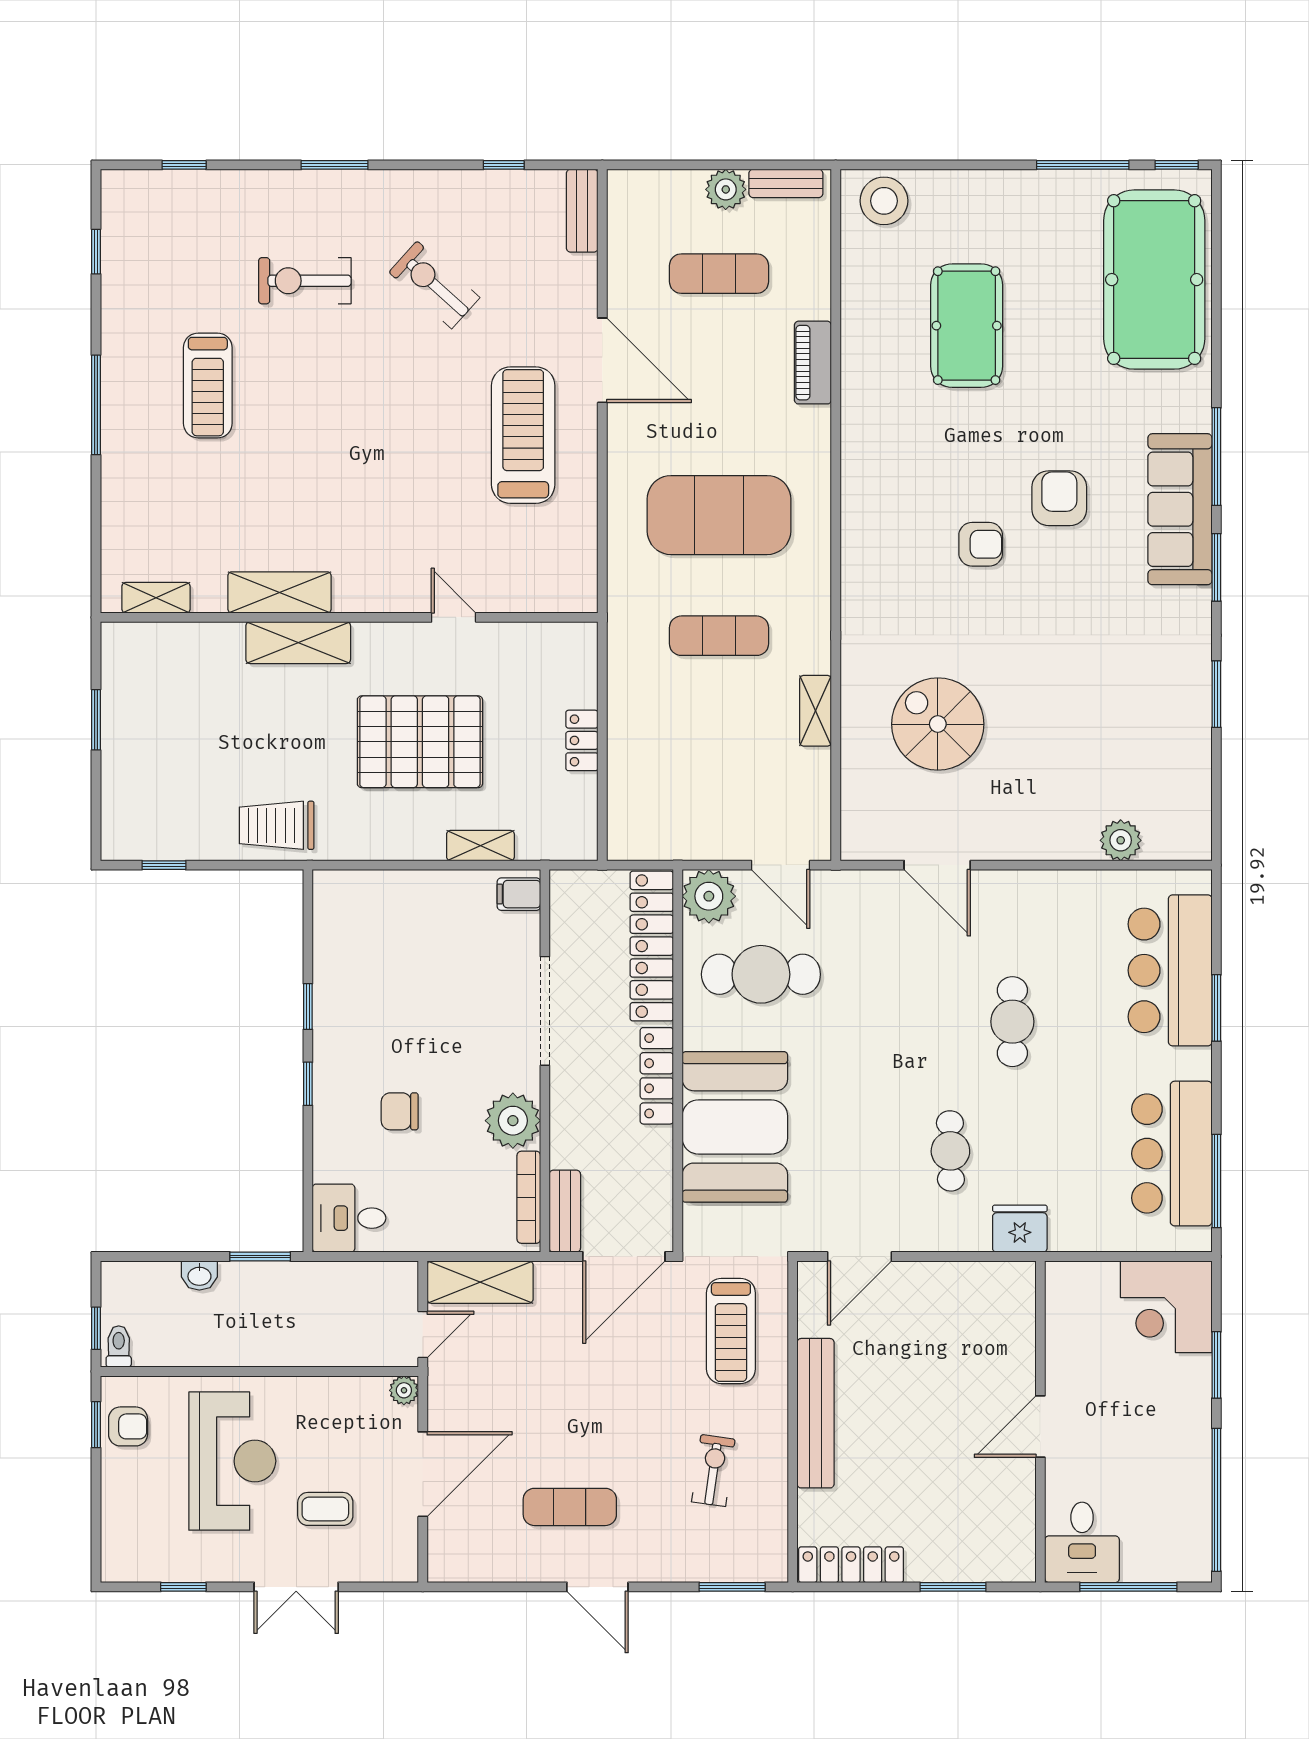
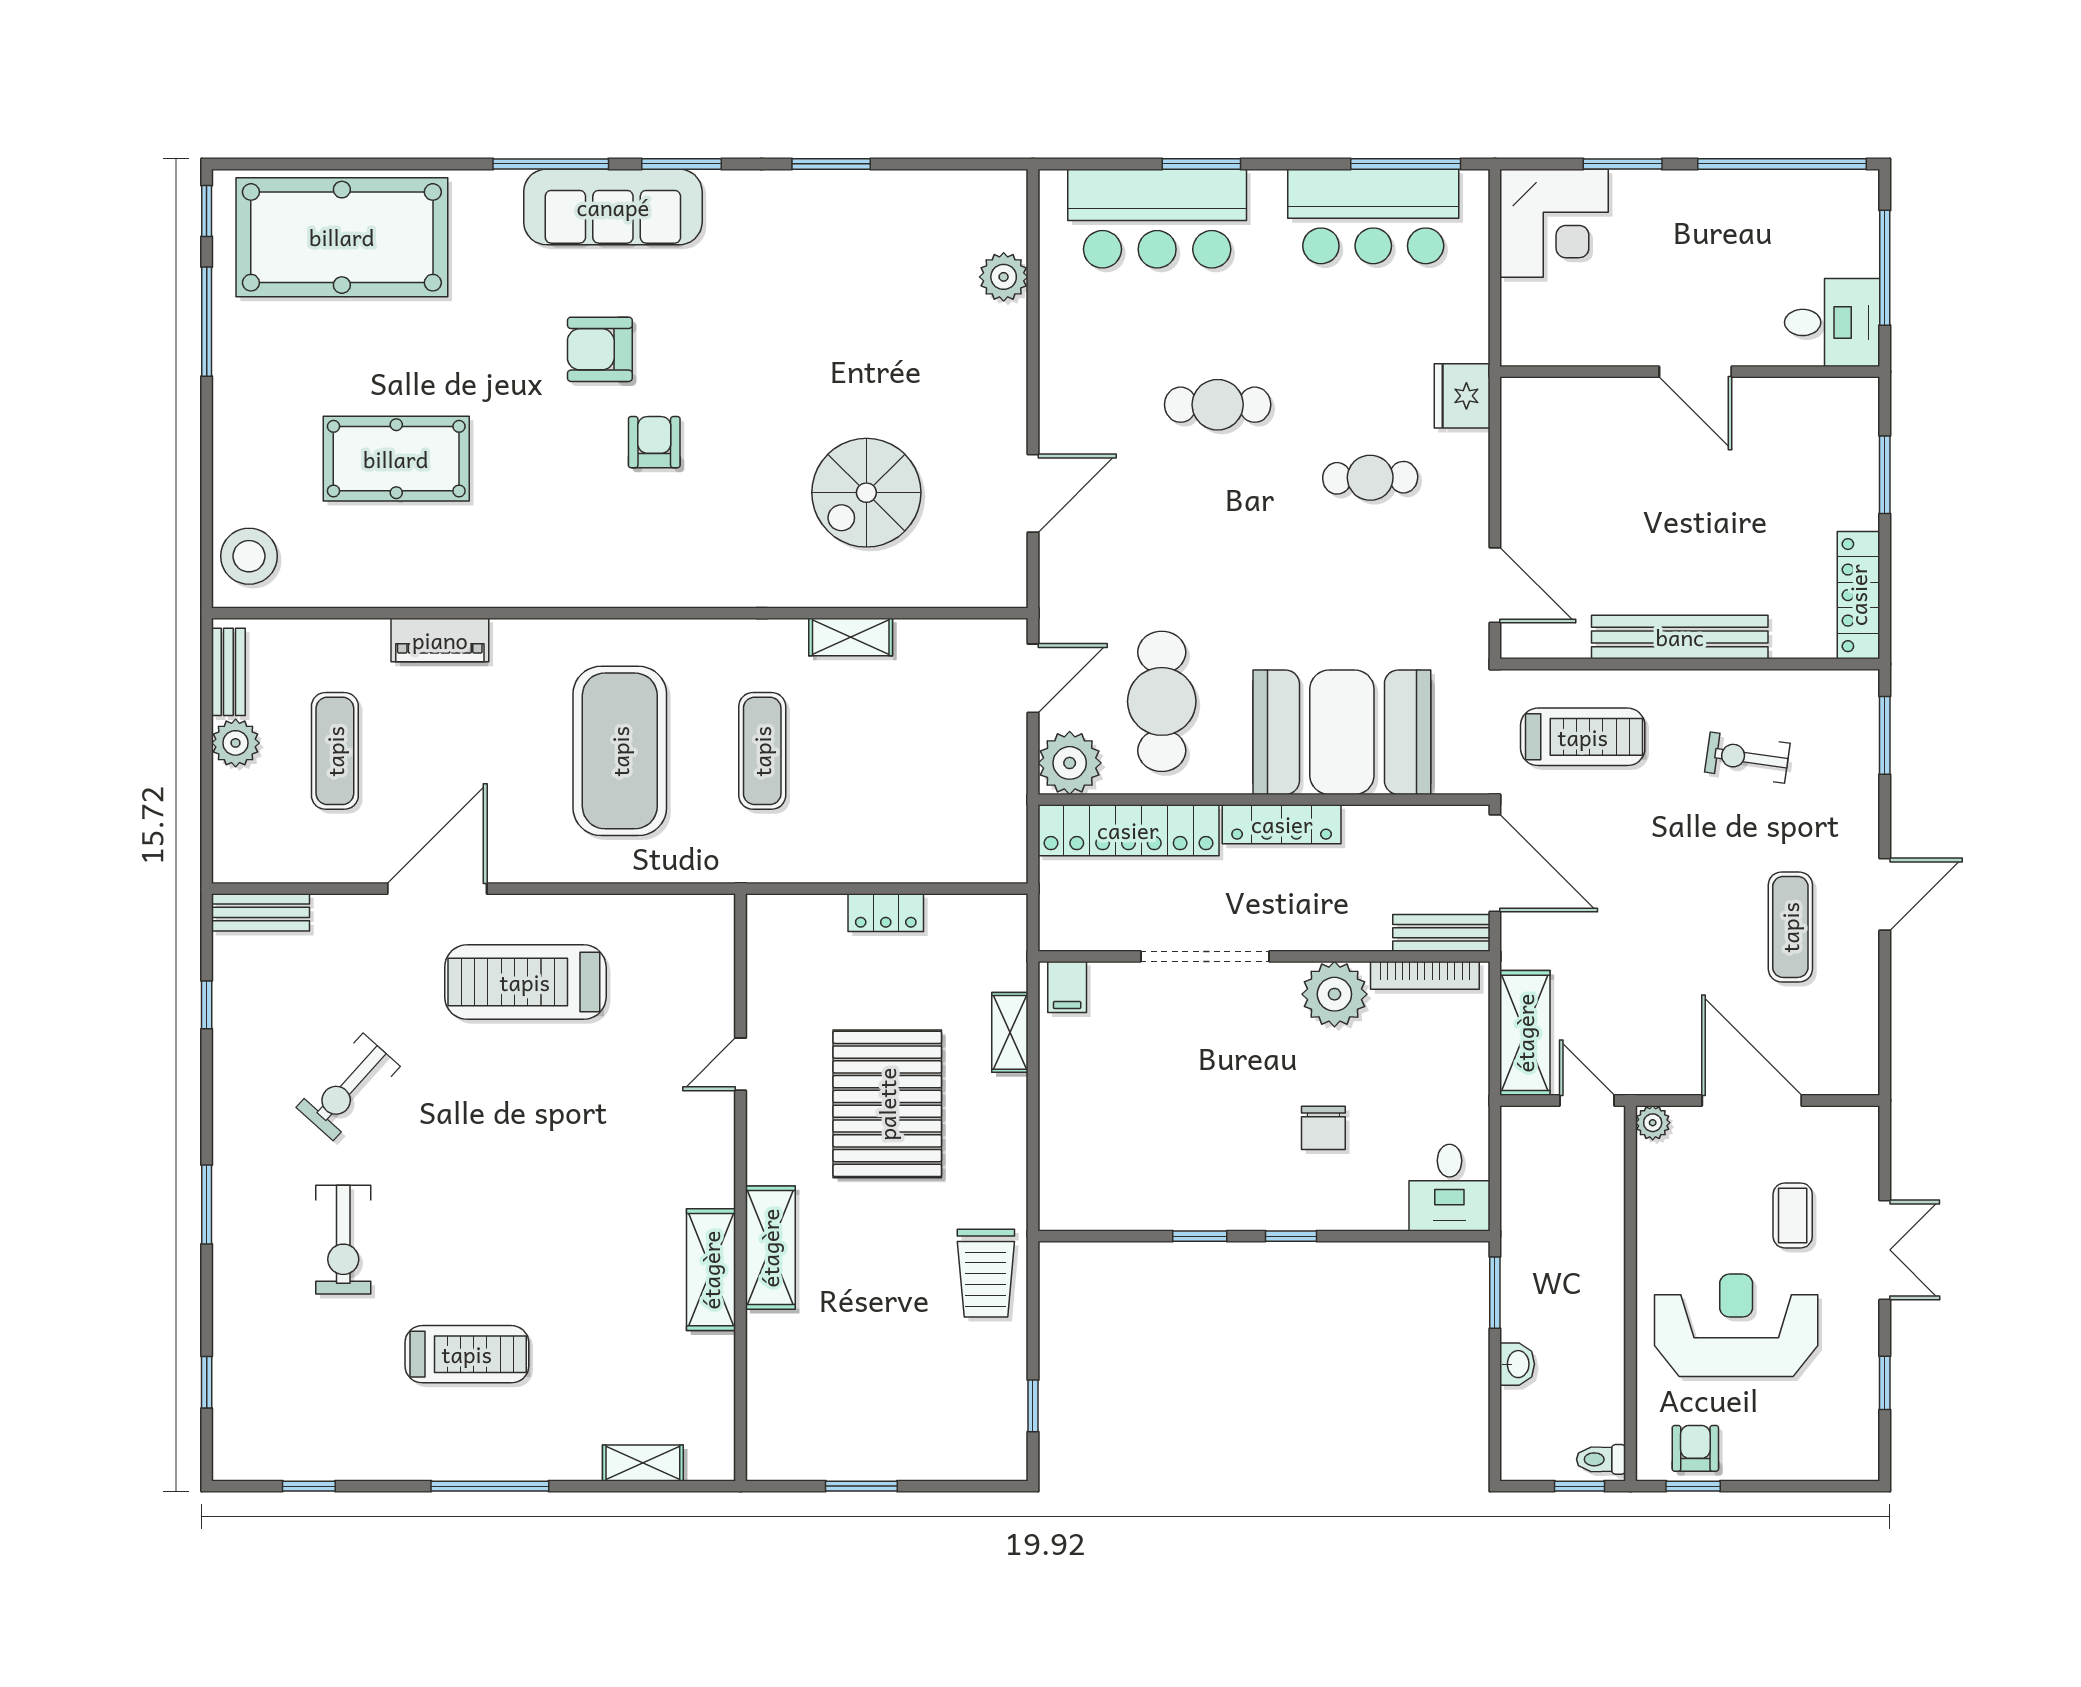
shelving: (156, 598) -> (643, 1463), moved, turned 90

